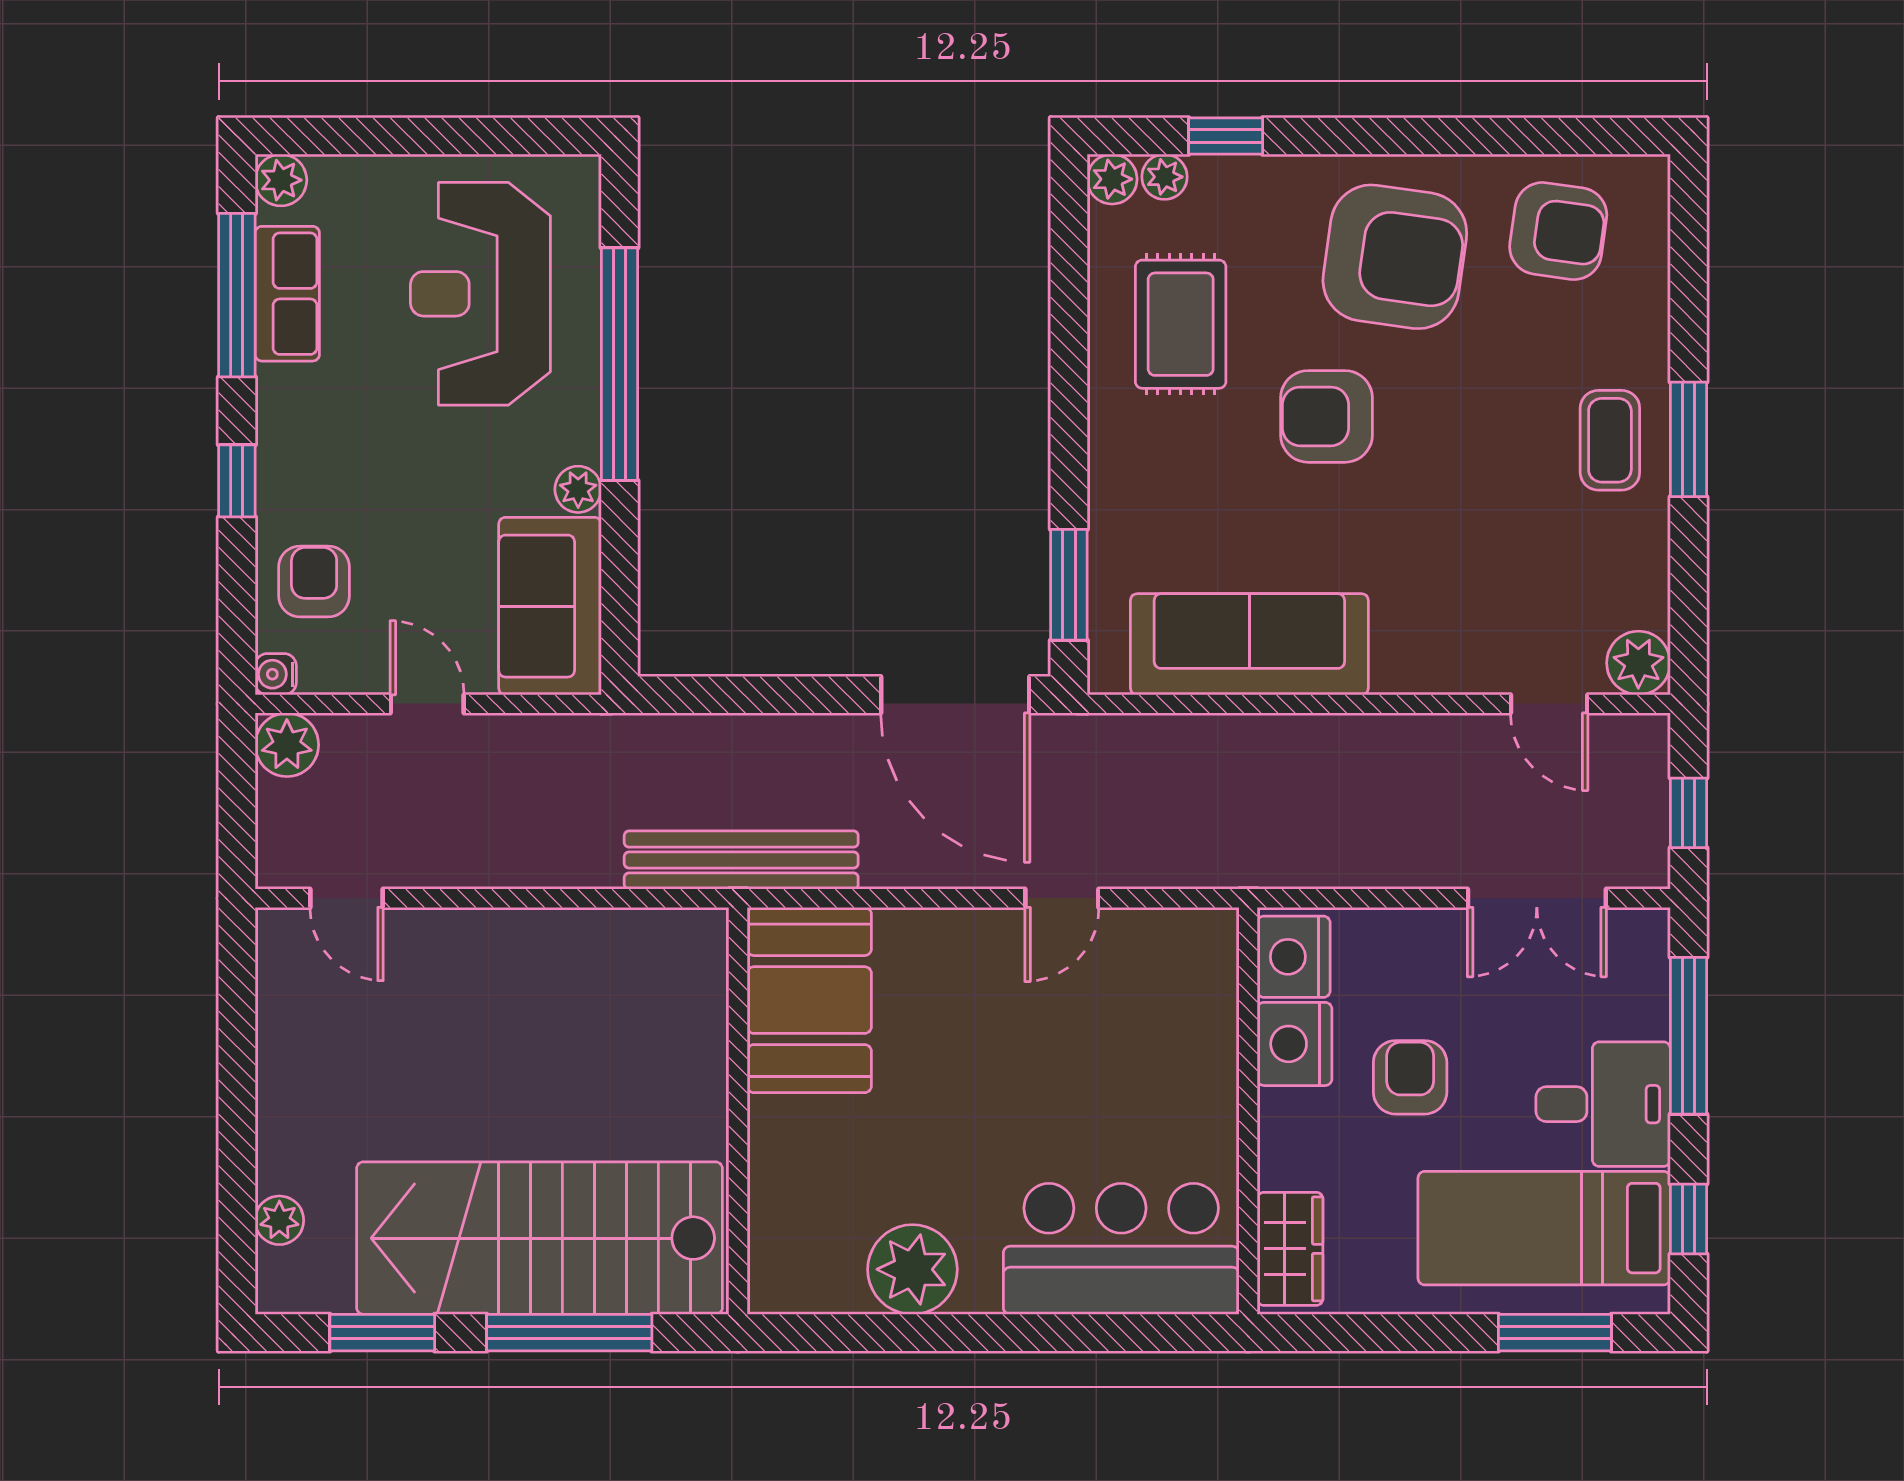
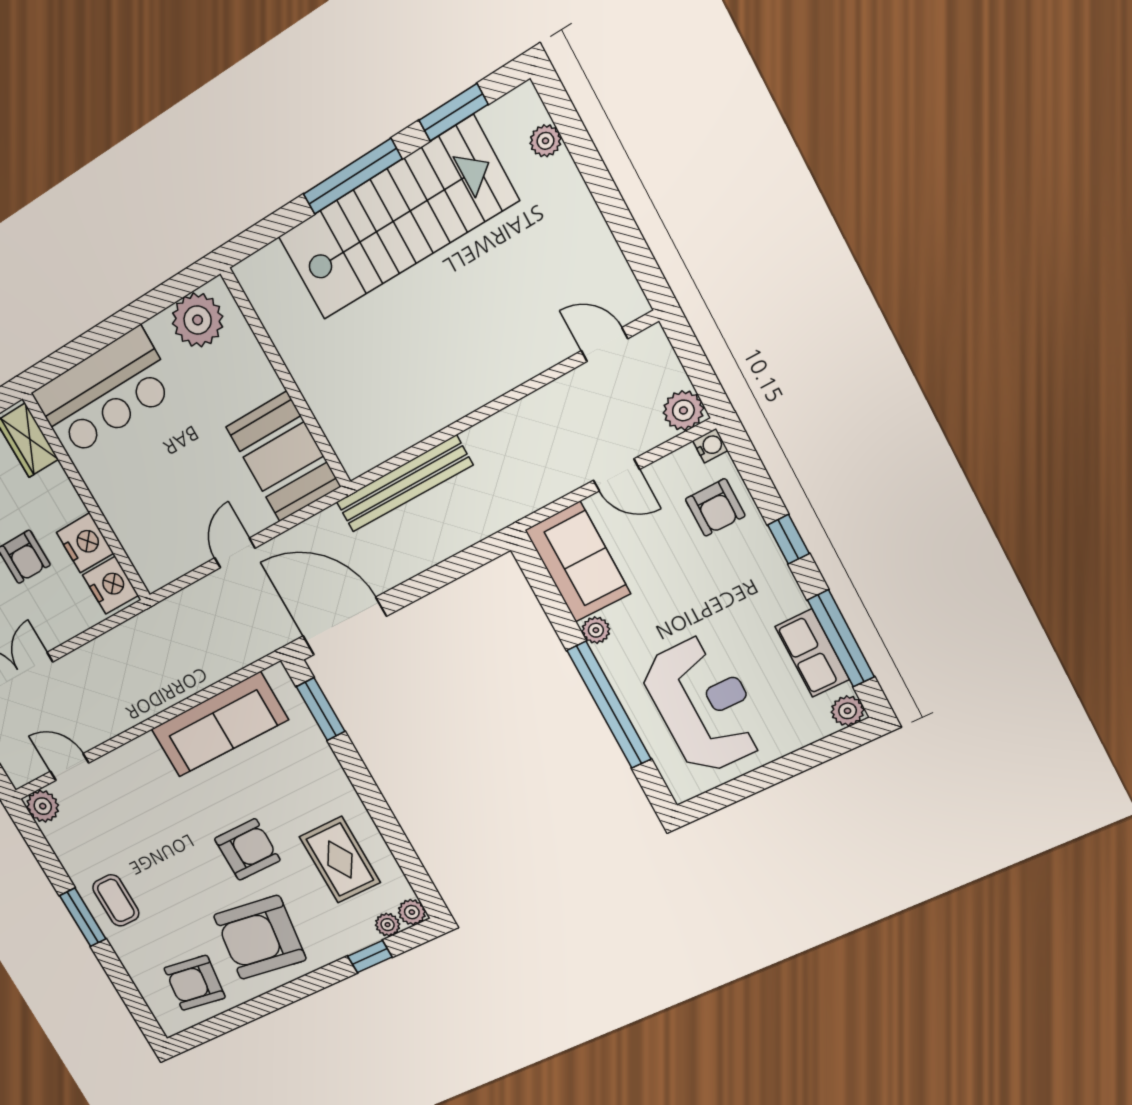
booth: (809, 1000) -> (283, 457), moved
wall: (738, 1111) -> (286, 378), moved

